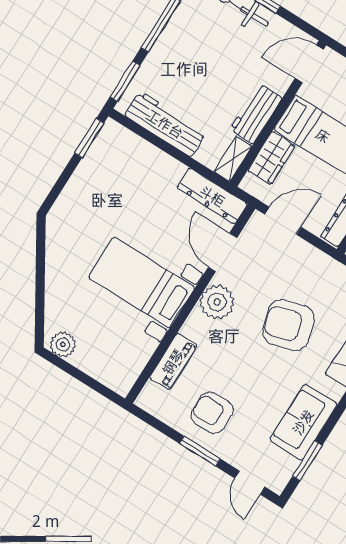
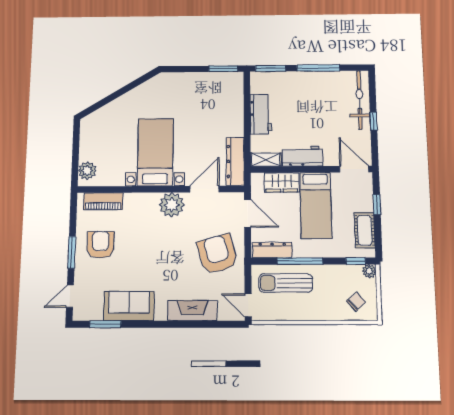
workbench: (165, 124) -> (261, 114), width x0.73
armchair: (288, 325) -> (217, 254), moved
plant: (63, 344) -> (87, 171), moved
piano: (173, 362) -> (103, 201), moved

